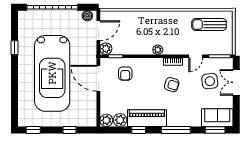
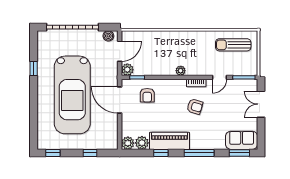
side table: (210, 81) -> (234, 103), removed

